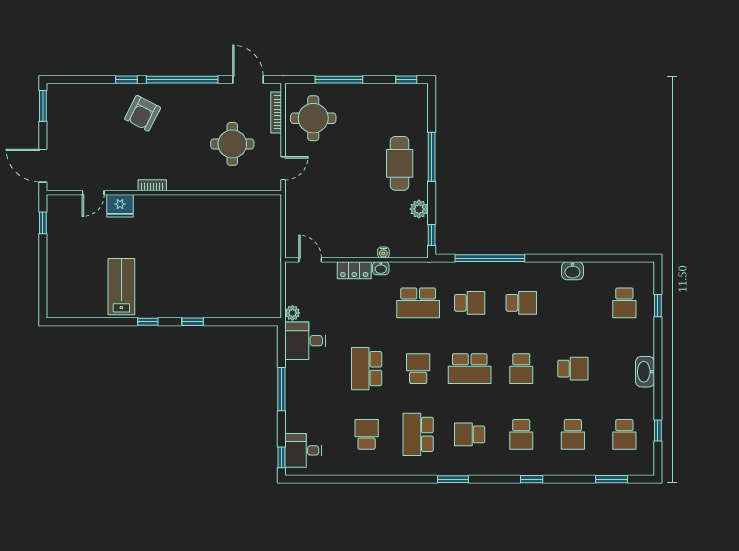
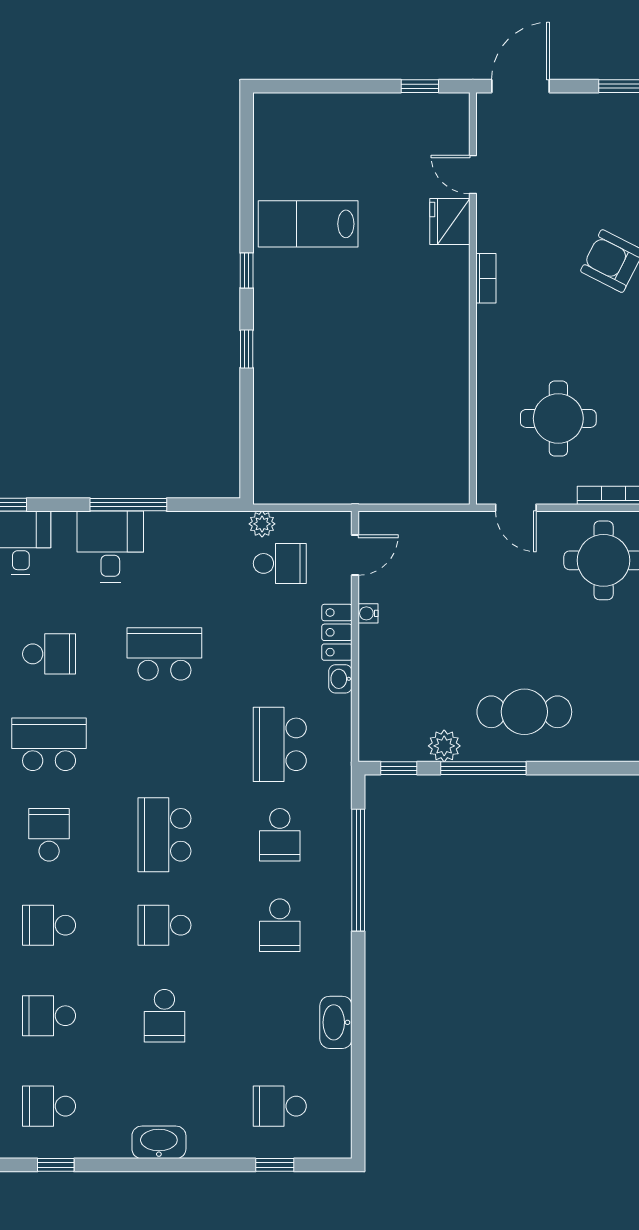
window: (432, 157) -> (483, 768), moved
water cooler: (383, 253) -> (368, 613), moved
washbasin: (572, 271) -> (336, 1022), width x1.38
lab bench: (121, 287) -> (308, 224), turned 180
desk: (305, 341) -> (110, 546), moved
school desk: (418, 369) -> (280, 563), moved

